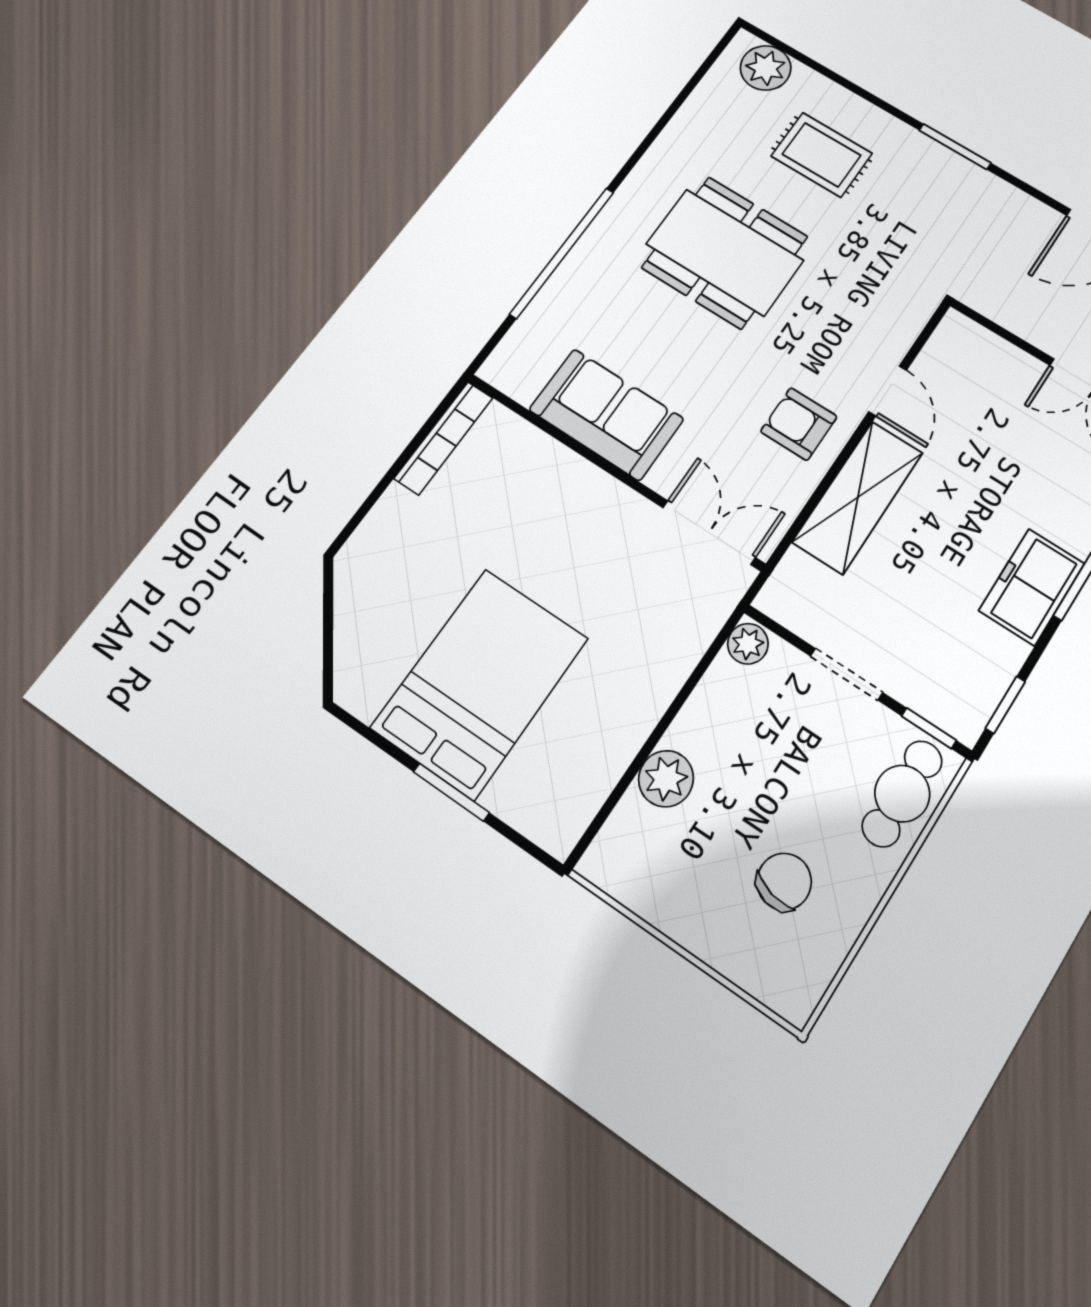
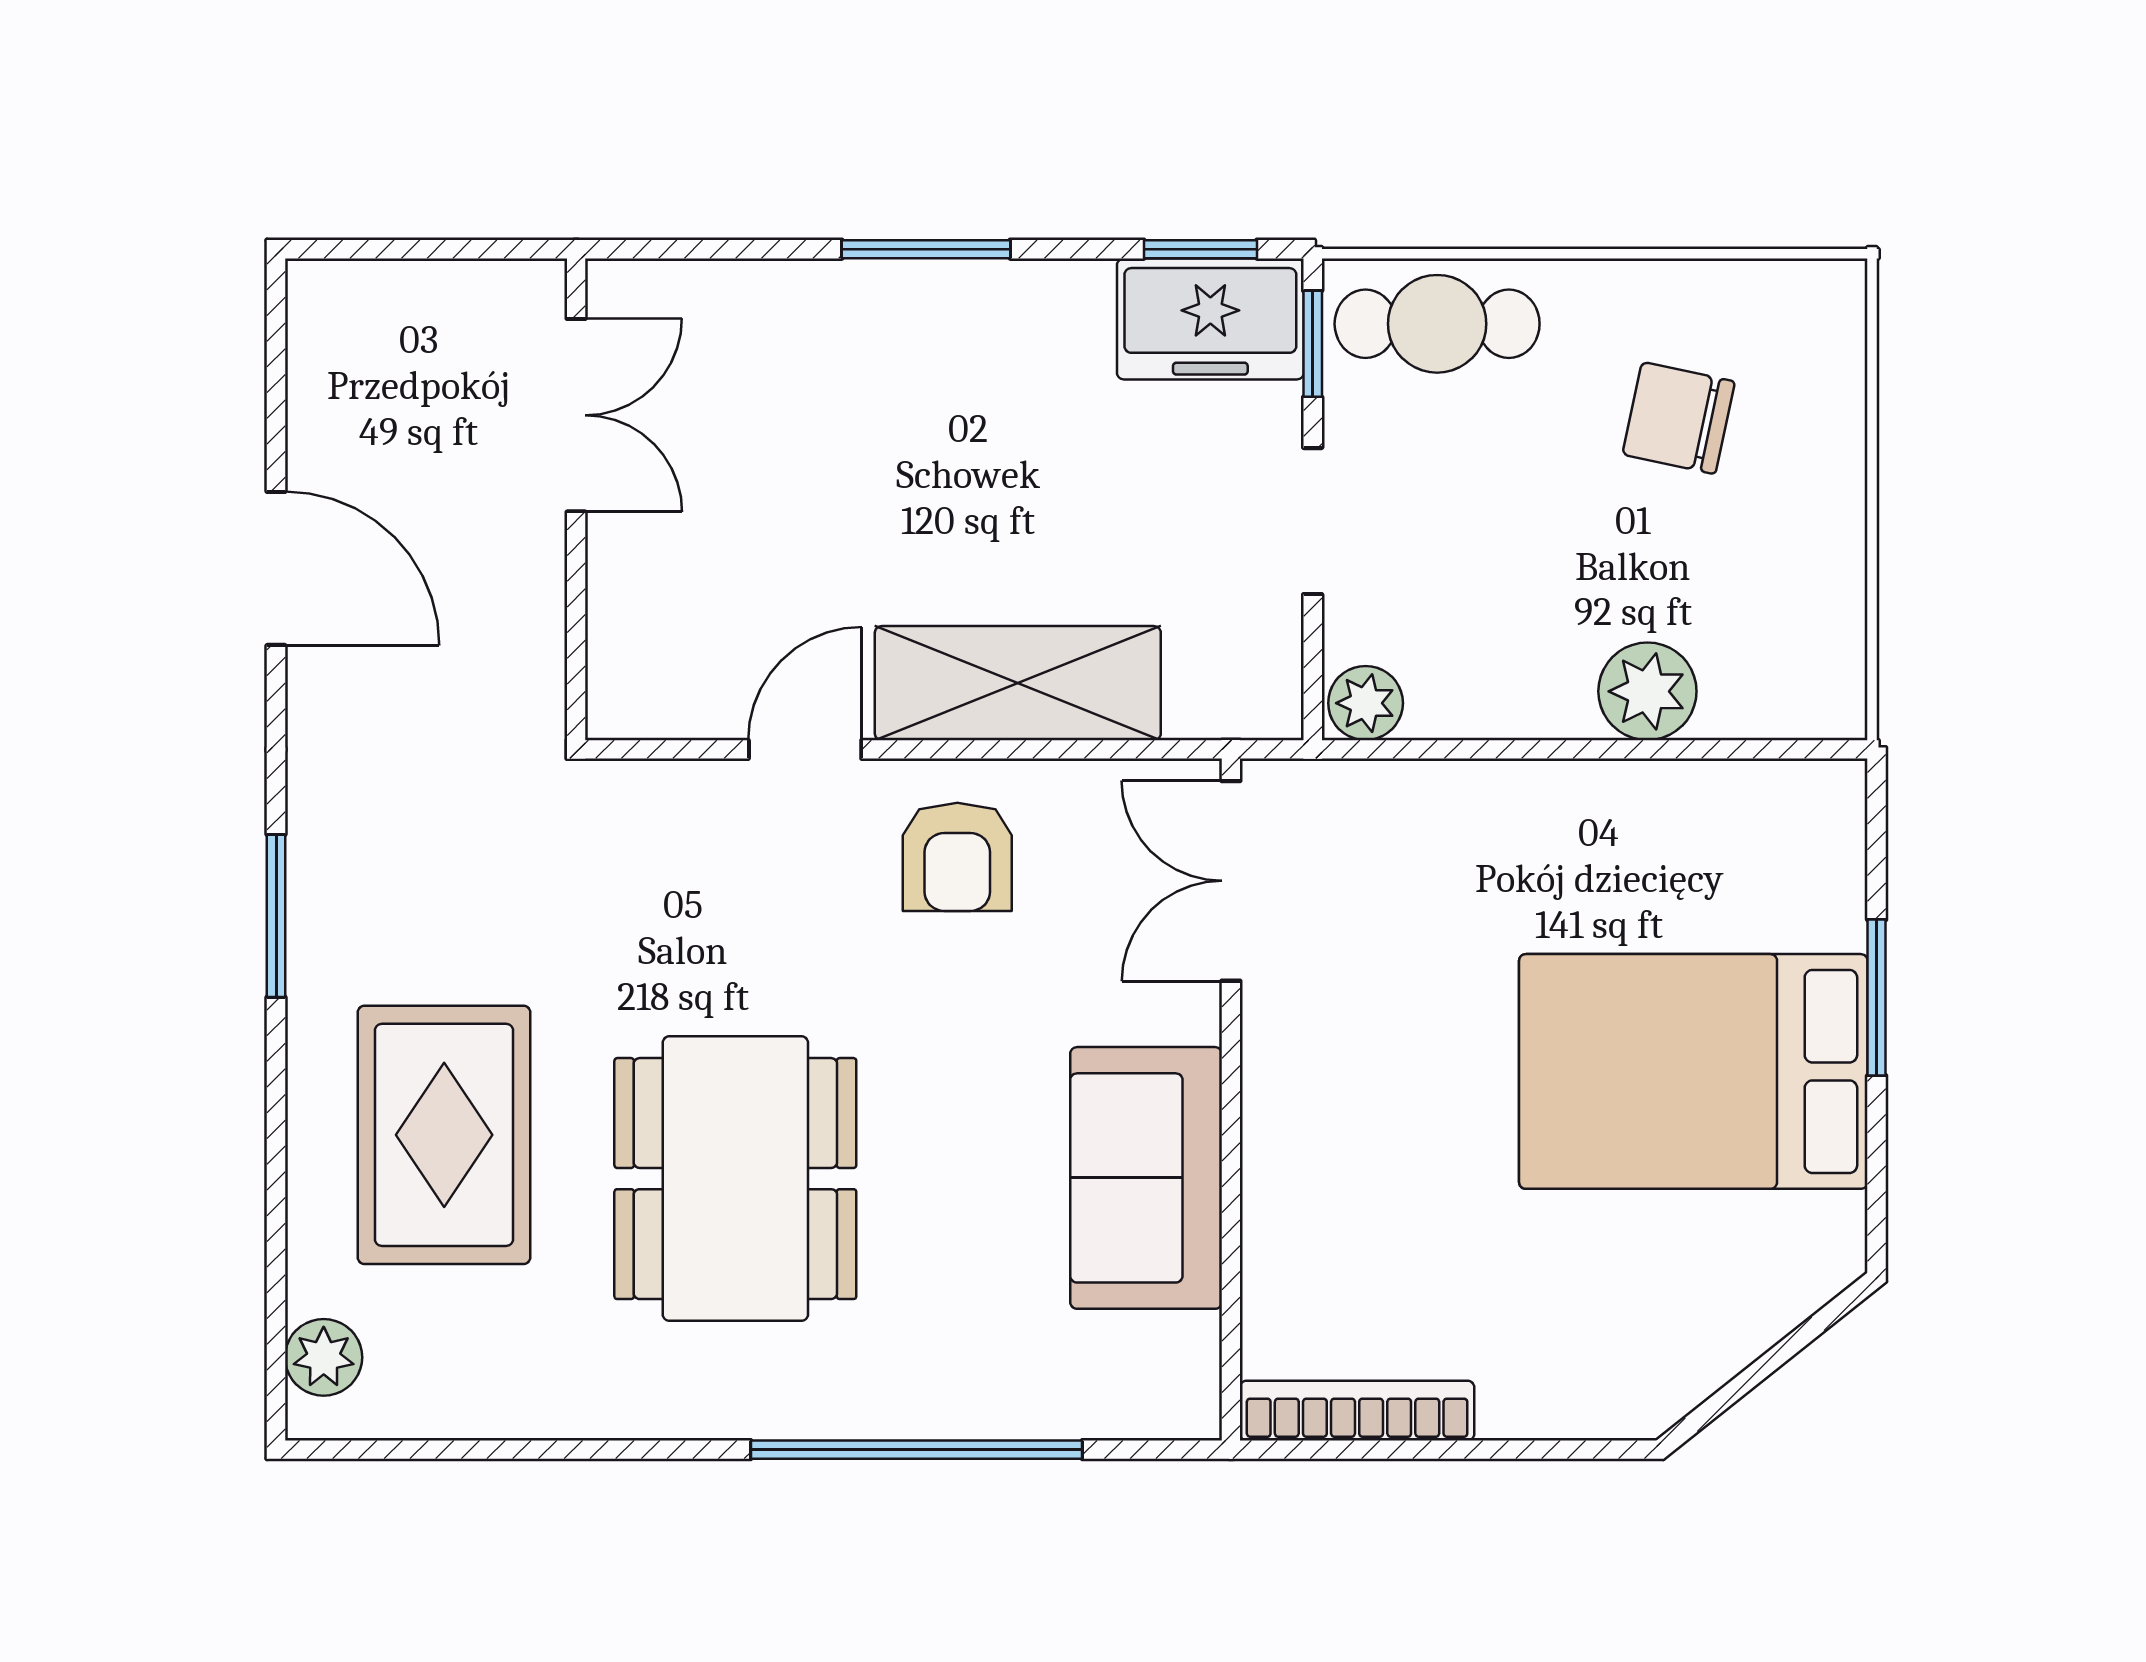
plant: (766, 68) -> (324, 1357), width x0.73, depth x0.73
rug: (822, 155) -> (444, 1135), width x1.36, depth x1.43
freezer: (1032, 587) -> (1210, 319), moved

